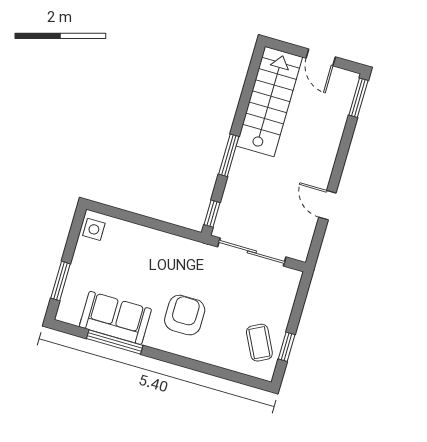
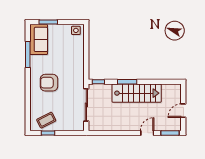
stairs: (269, 102) -> (137, 93), moved
door: (327, 205) -> (147, 133), moved
armchair: (185, 315) -> (49, 83), turned 180
sofa: (115, 318) -> (39, 39), moved

